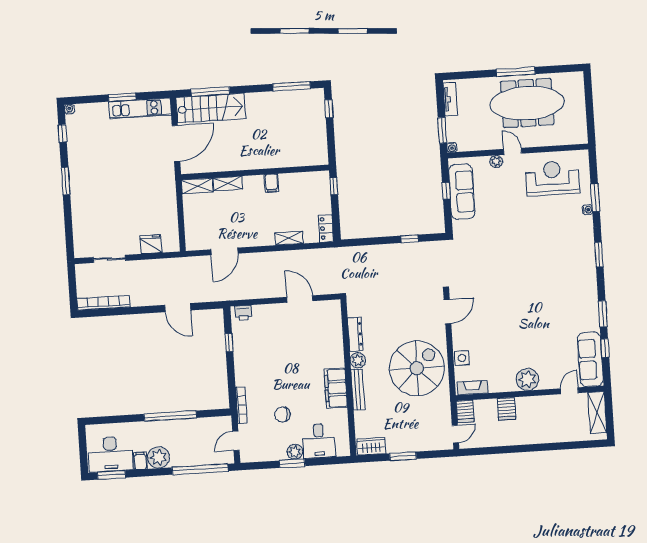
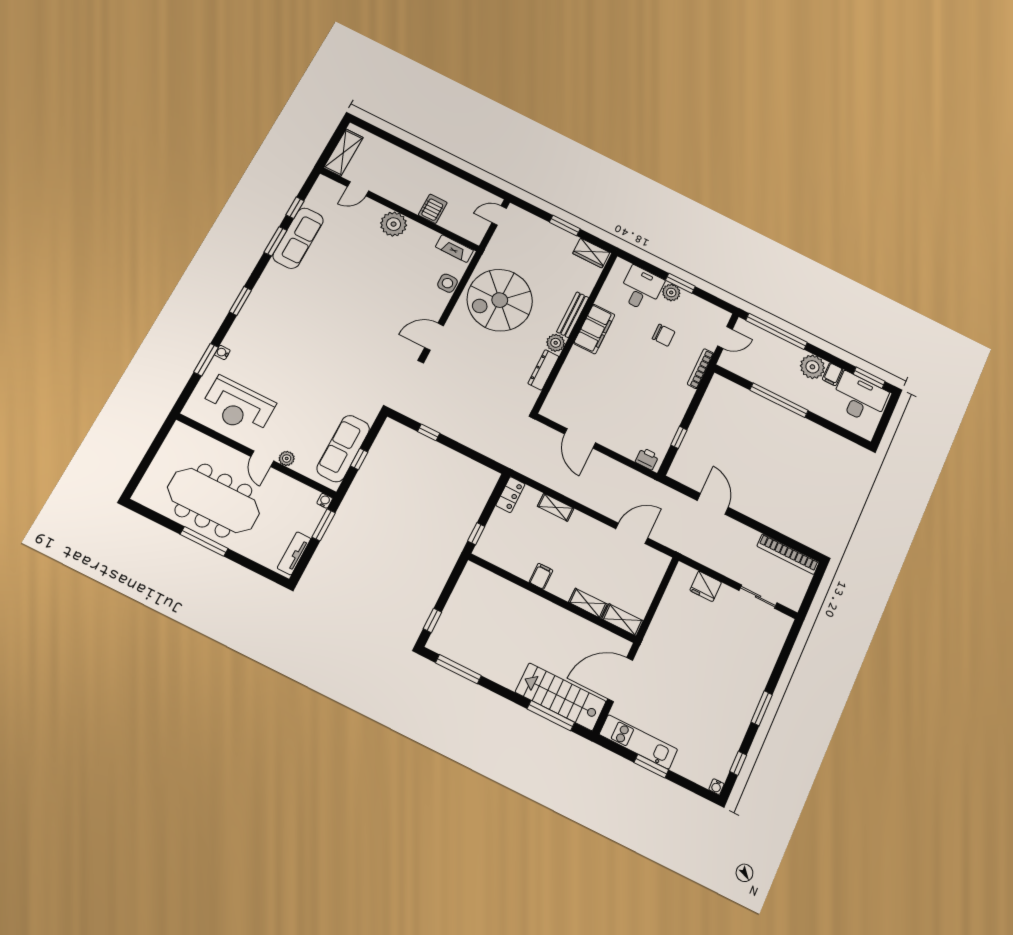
sofa: (590, 359) -> (298, 238), moved
server rack: (465, 411) -> (476, 231), removed

